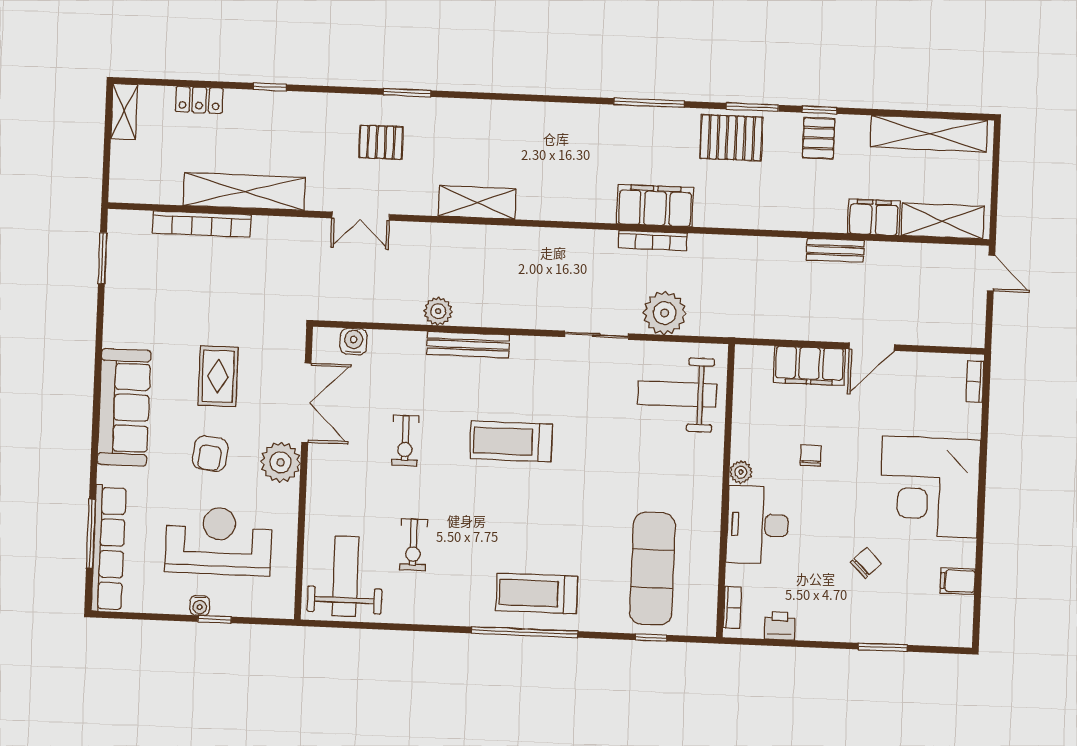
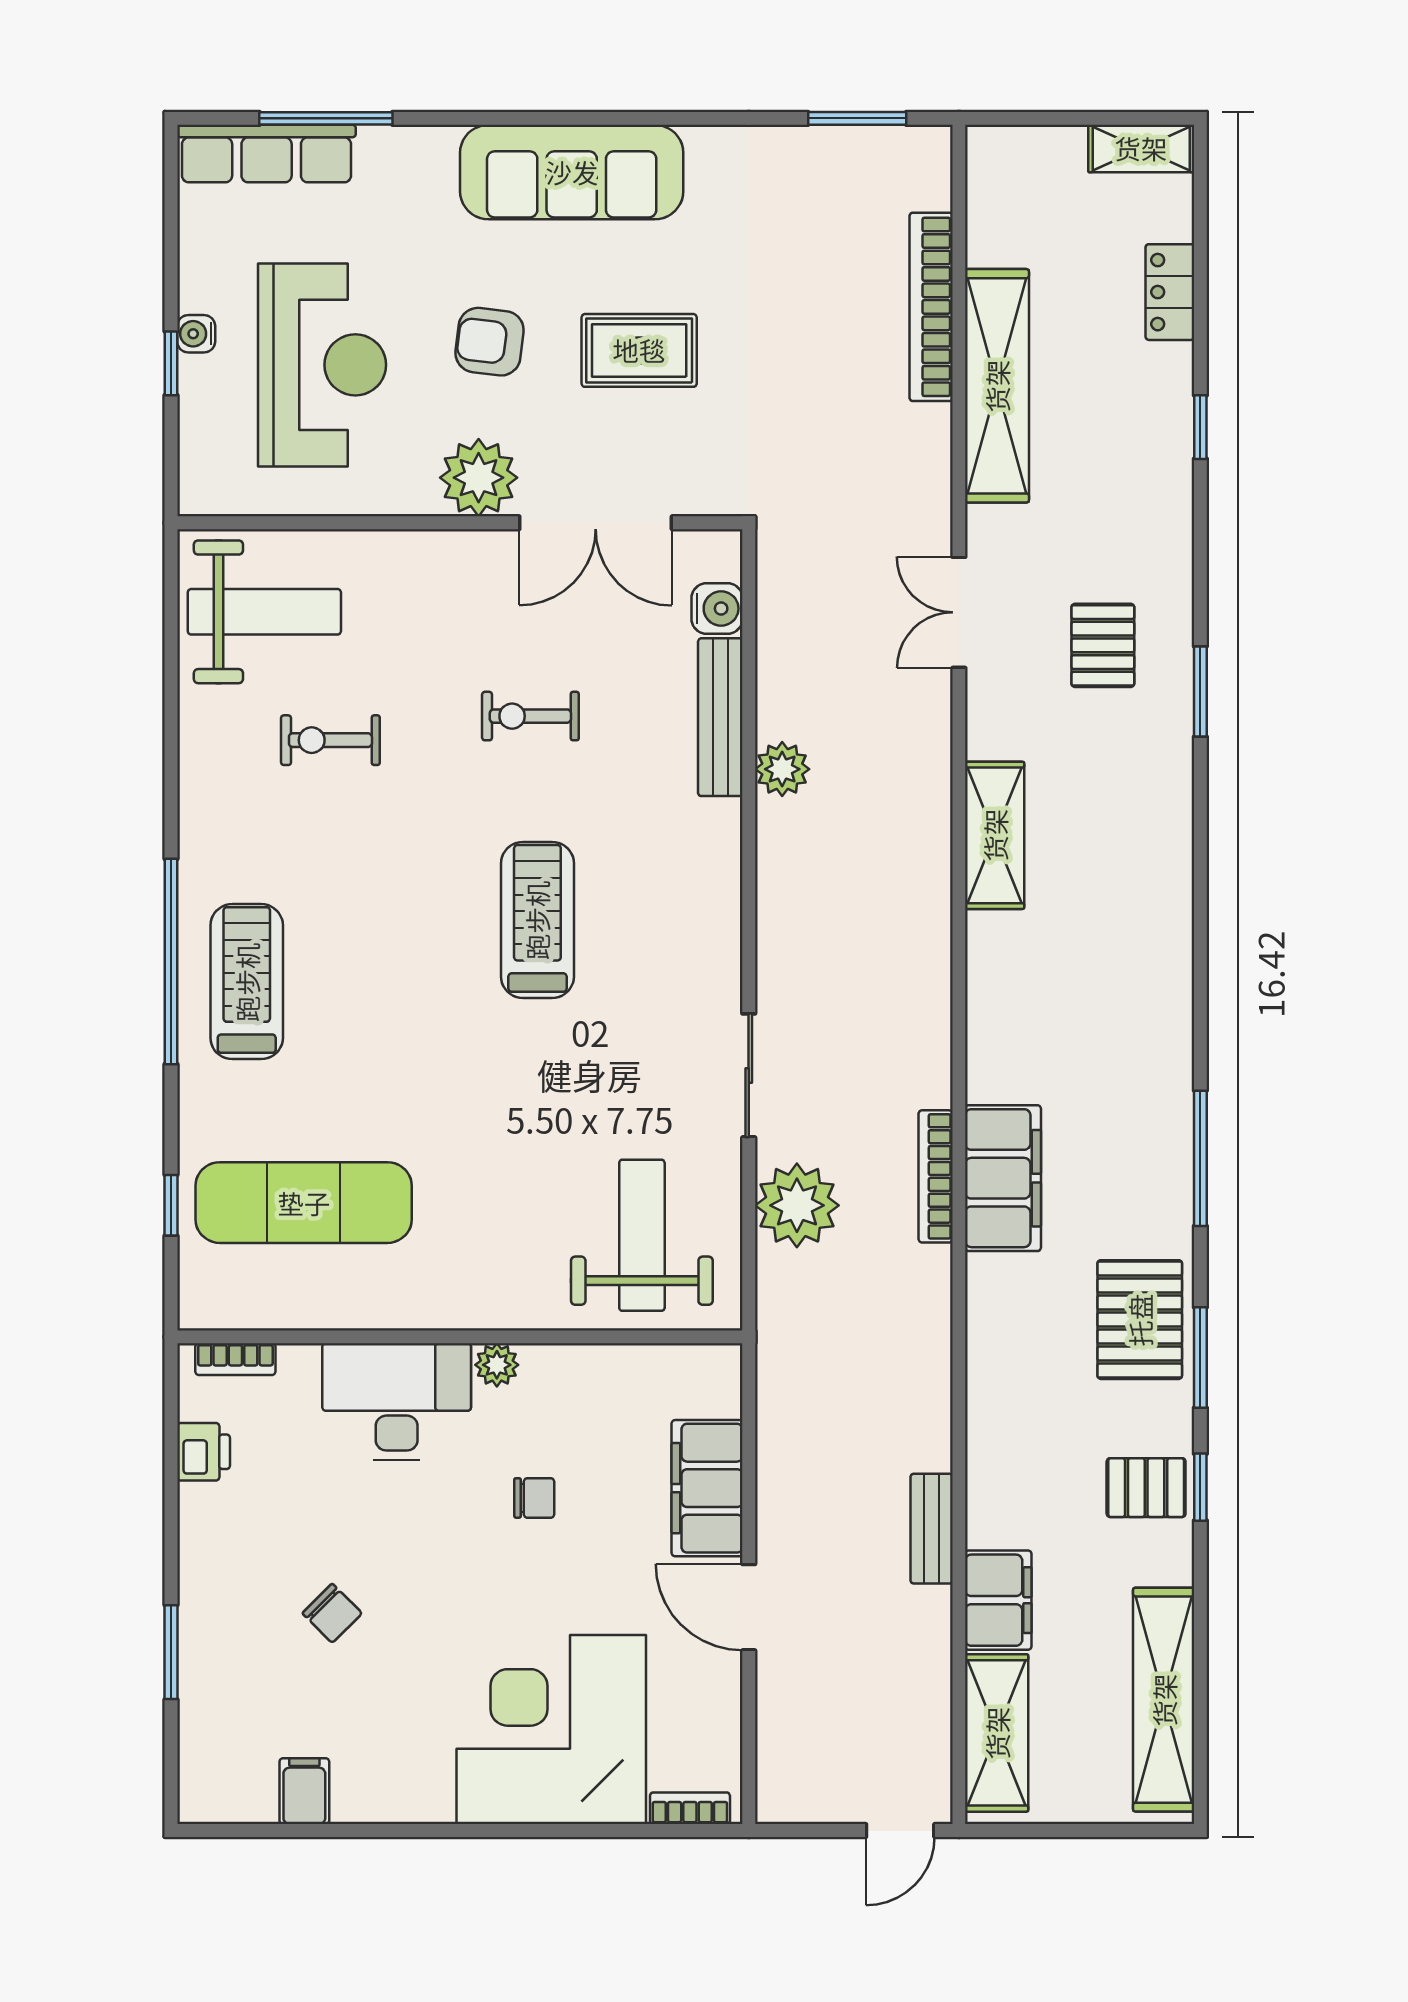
bench: (468, 345) -> (720, 717), moved
corner desk: (930, 487) -> (551, 1730), moved
row of seats: (109, 548) -> (267, 154), width x0.73

